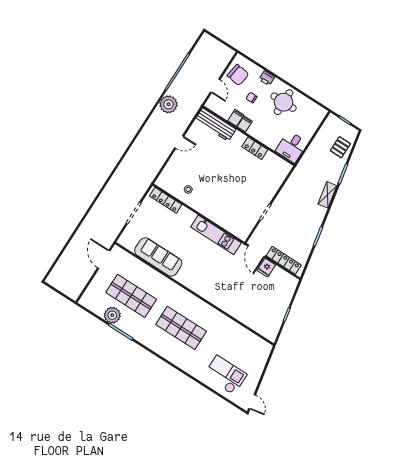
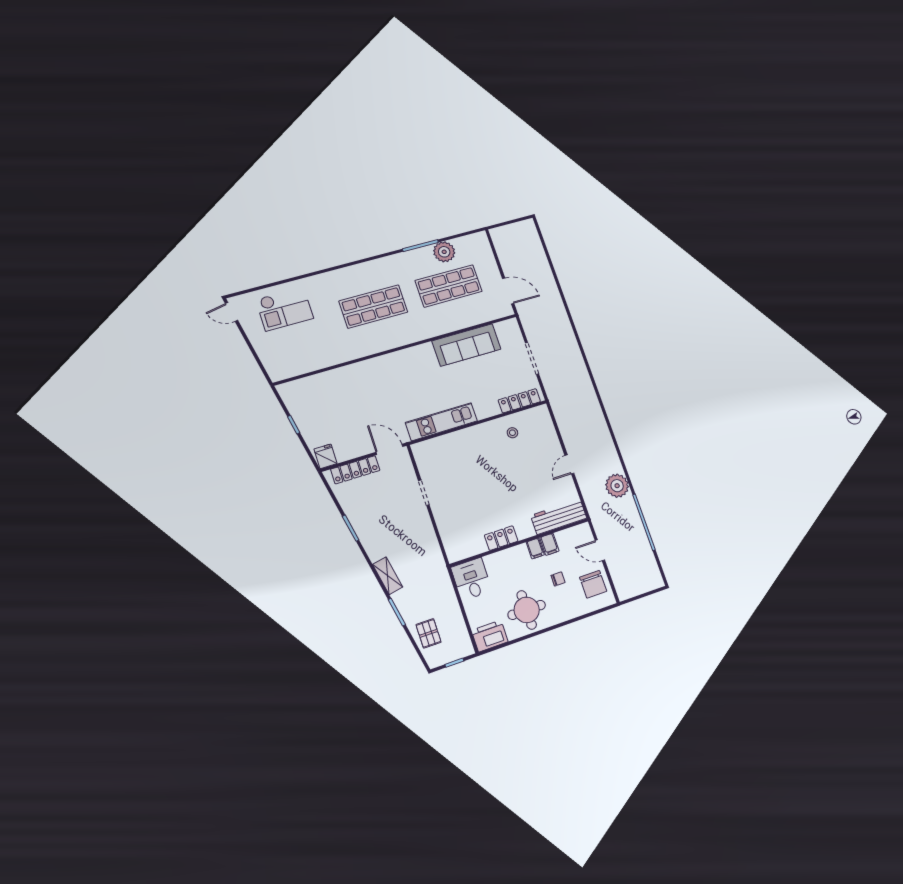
chair: (238, 75) -> (593, 584), turned -98
printer: (267, 78) -> (490, 636), moved, width x1.87, depth x1.48
fridge: (266, 268) -> (326, 456), moved

